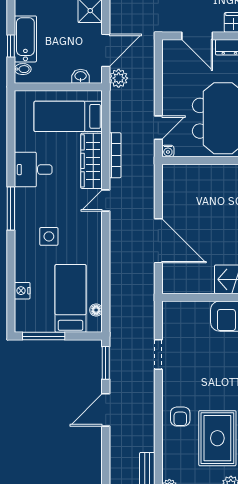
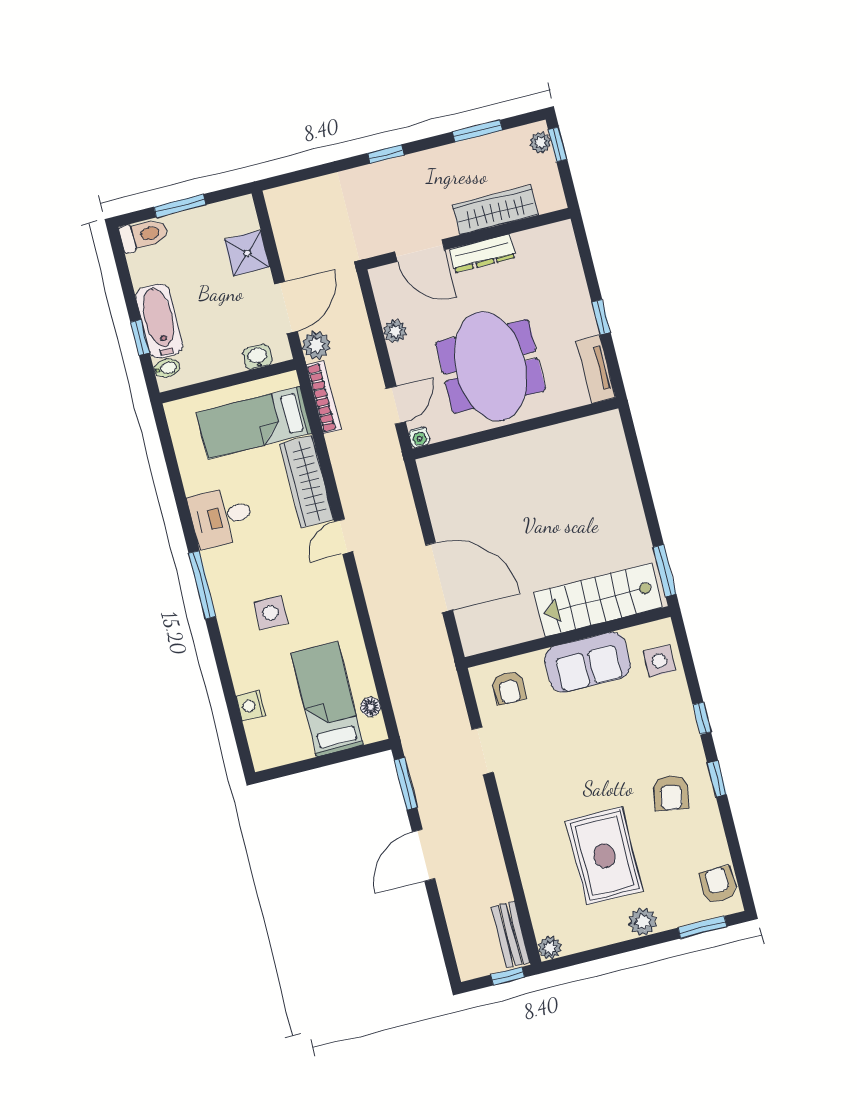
plant: (169, 82) -> (395, 331), added
bookcase: (115, 155) -> (324, 397), moved
window: (44, 336) -> (301, 767), removed
armchair: (180, 417) -> (509, 688), moved

